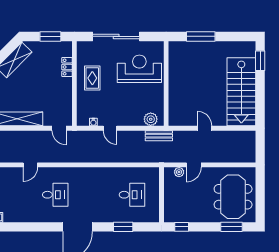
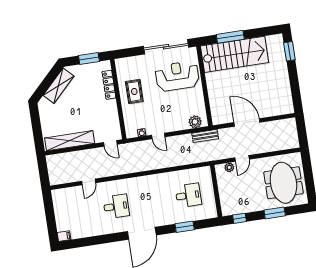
sliding door: (116, 36) -> (166, 47), moved
locker: (67, 67) -> (109, 85), width x1.53
stairs: (241, 92) -> (235, 54), moved, turned -90
door: (205, 128) -> (247, 122), width x1.88
window: (232, 227) -> (275, 213), moved

